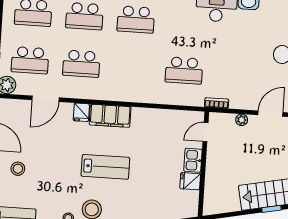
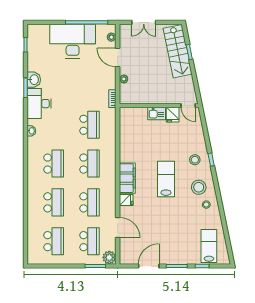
school desk: (133, 67) -> (90, 164), added
door: (206, 132) -> (188, 105), moved
stool: (18, 169) -> (195, 160), moved

